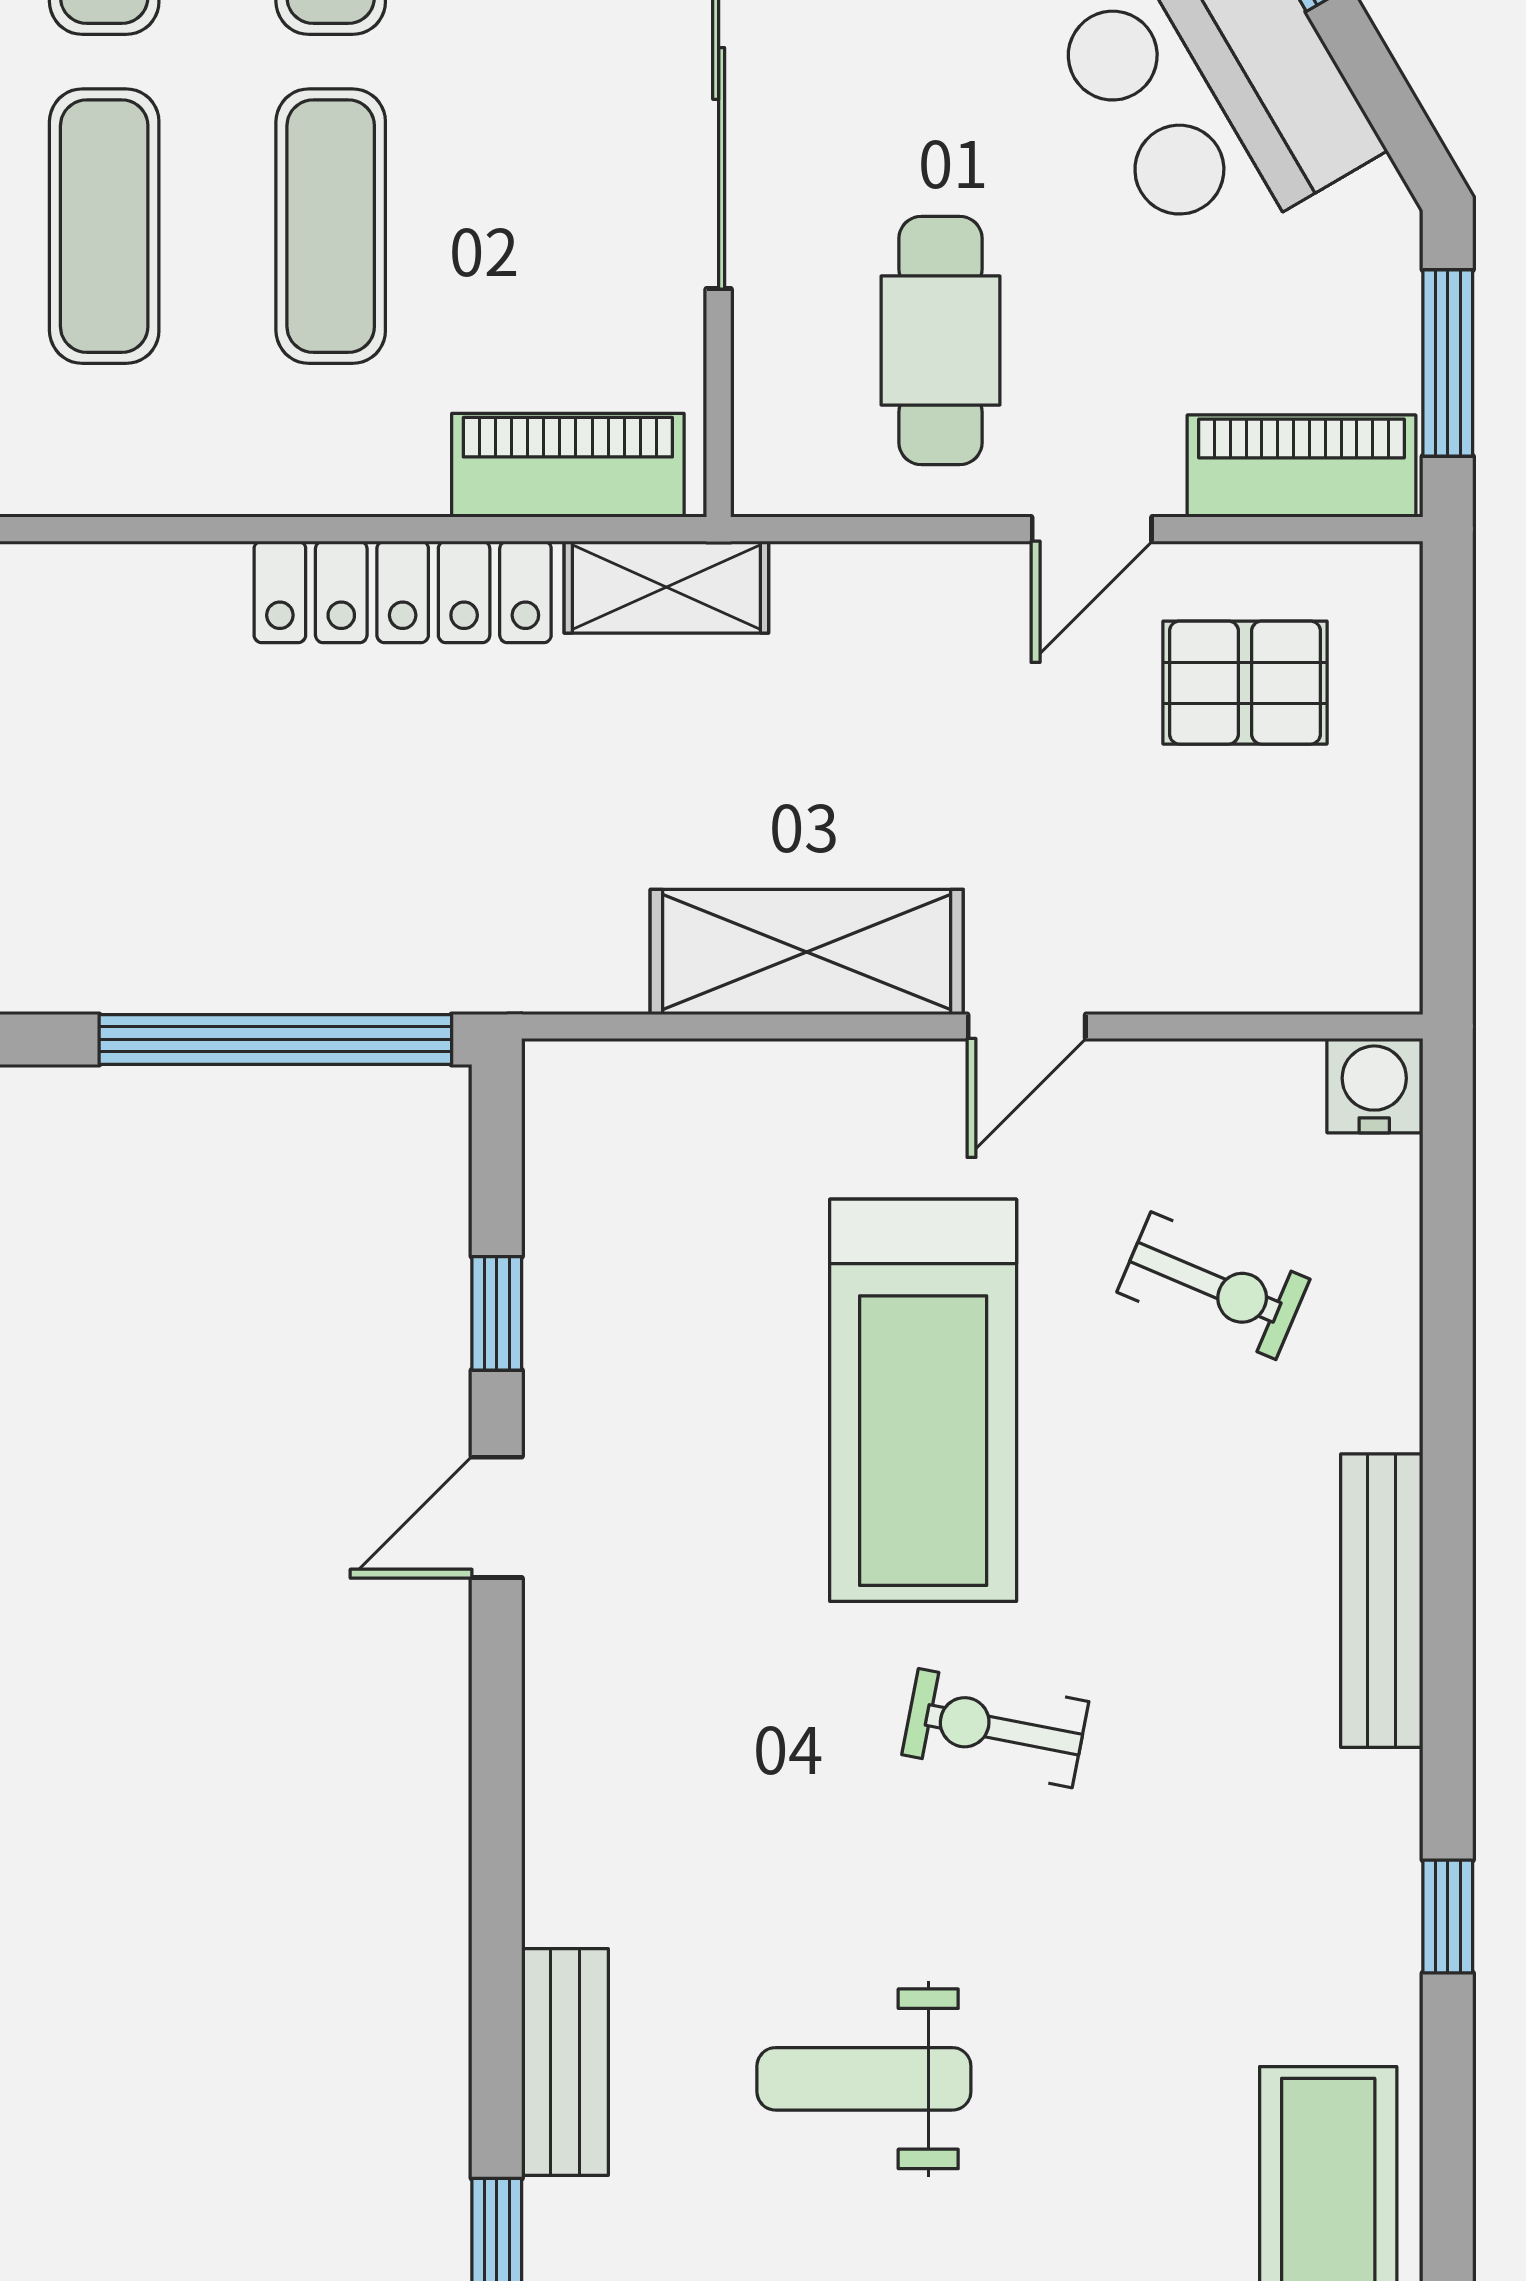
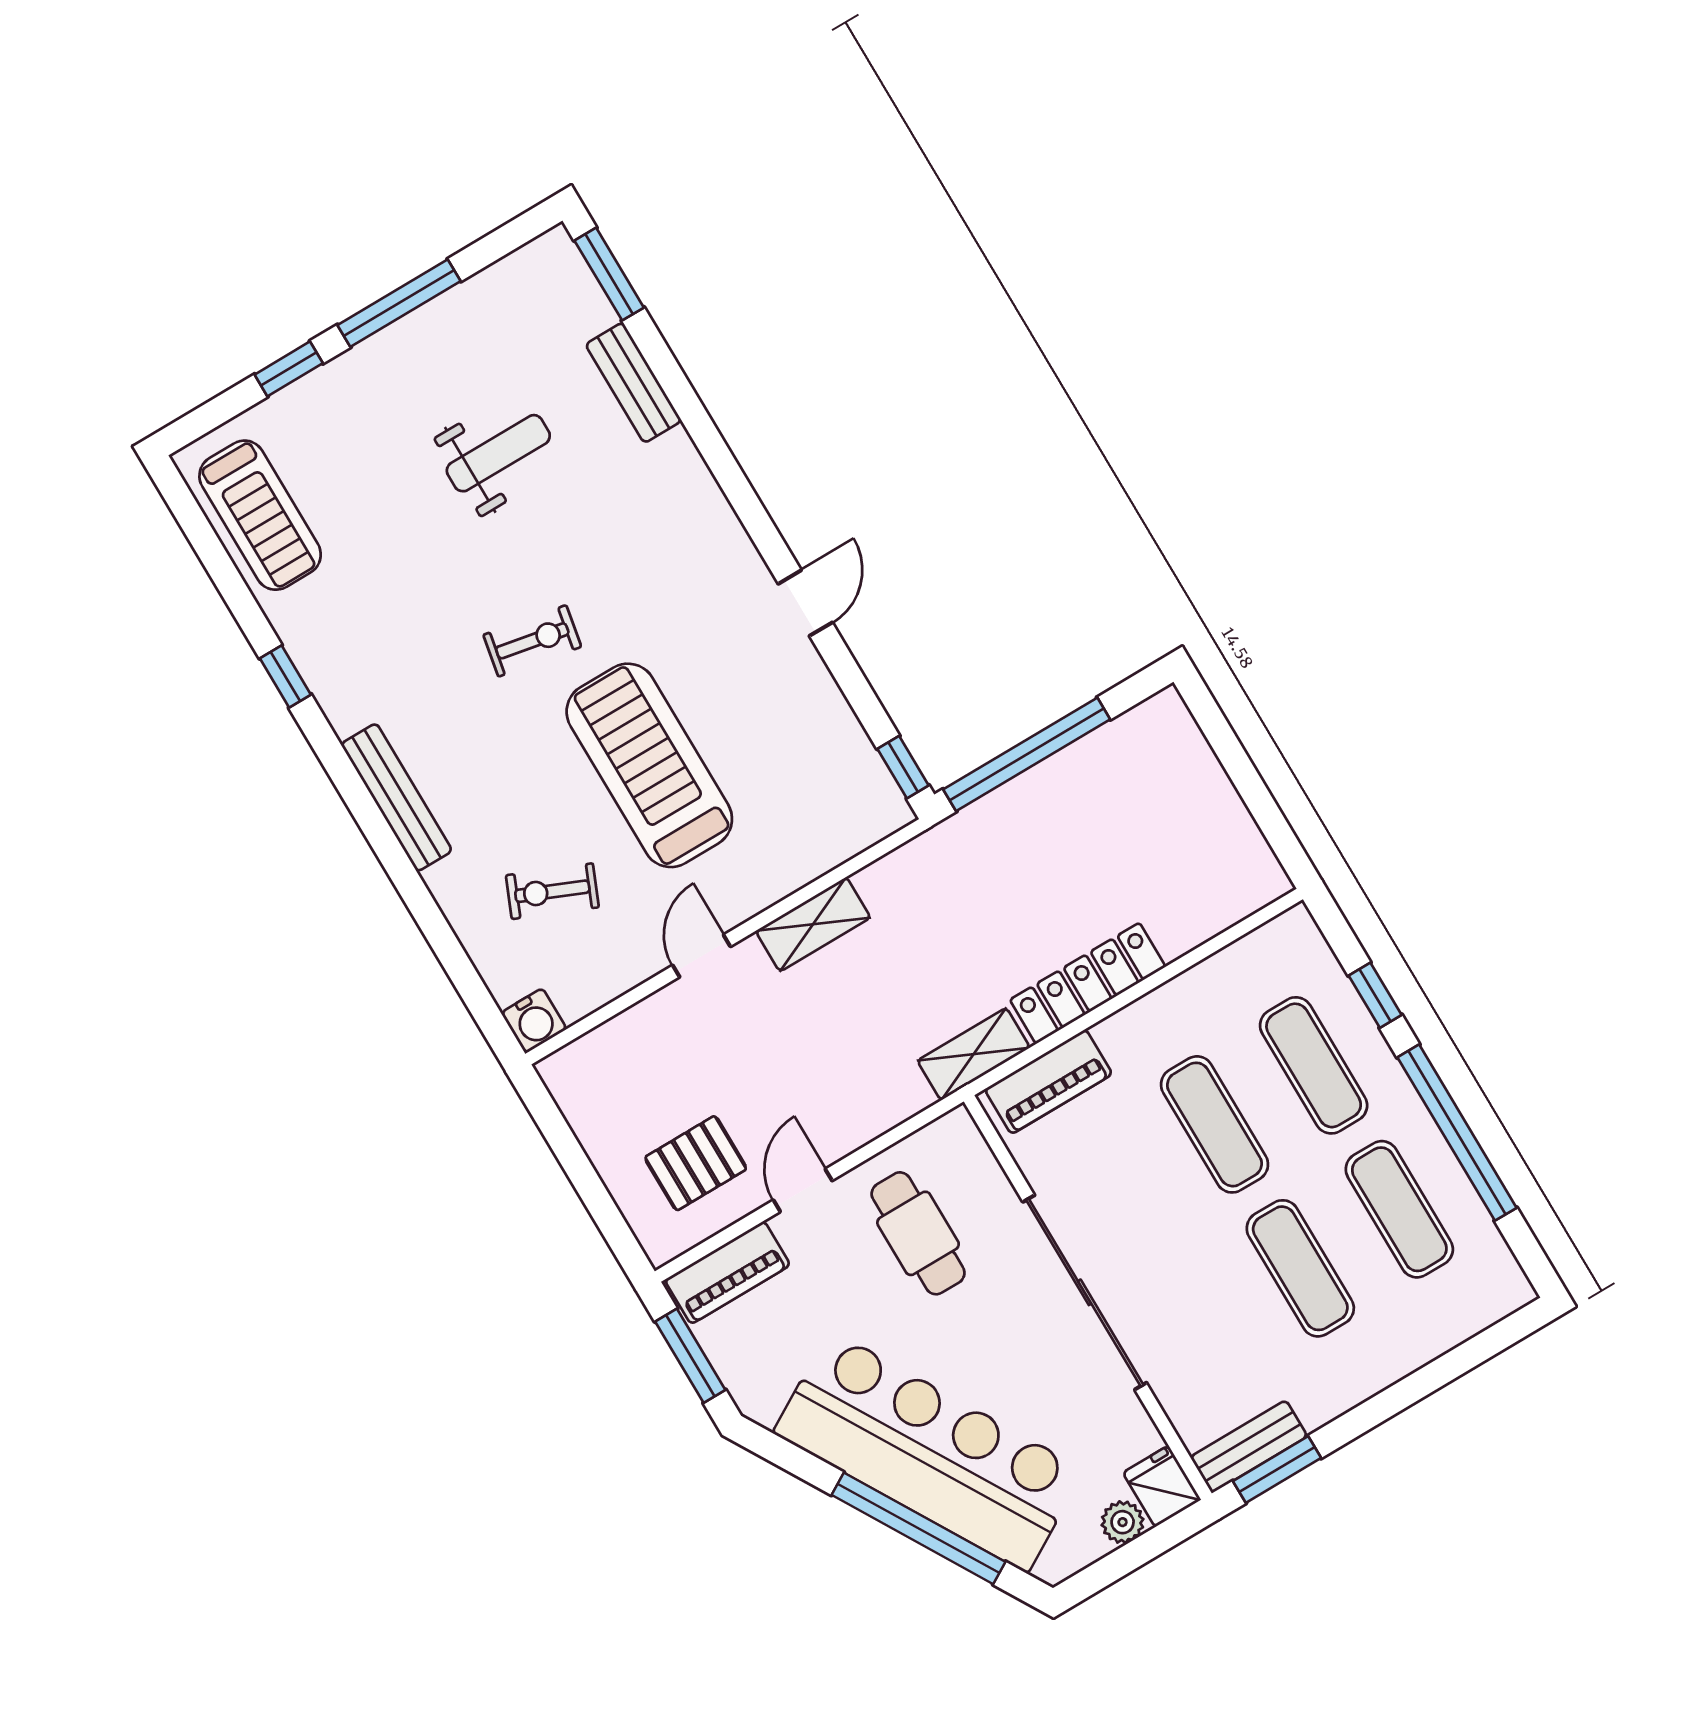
shelving: (807, 952) -> (813, 924), width x0.67, depth x0.75
window: (497, 1313) -> (903, 767), moved

